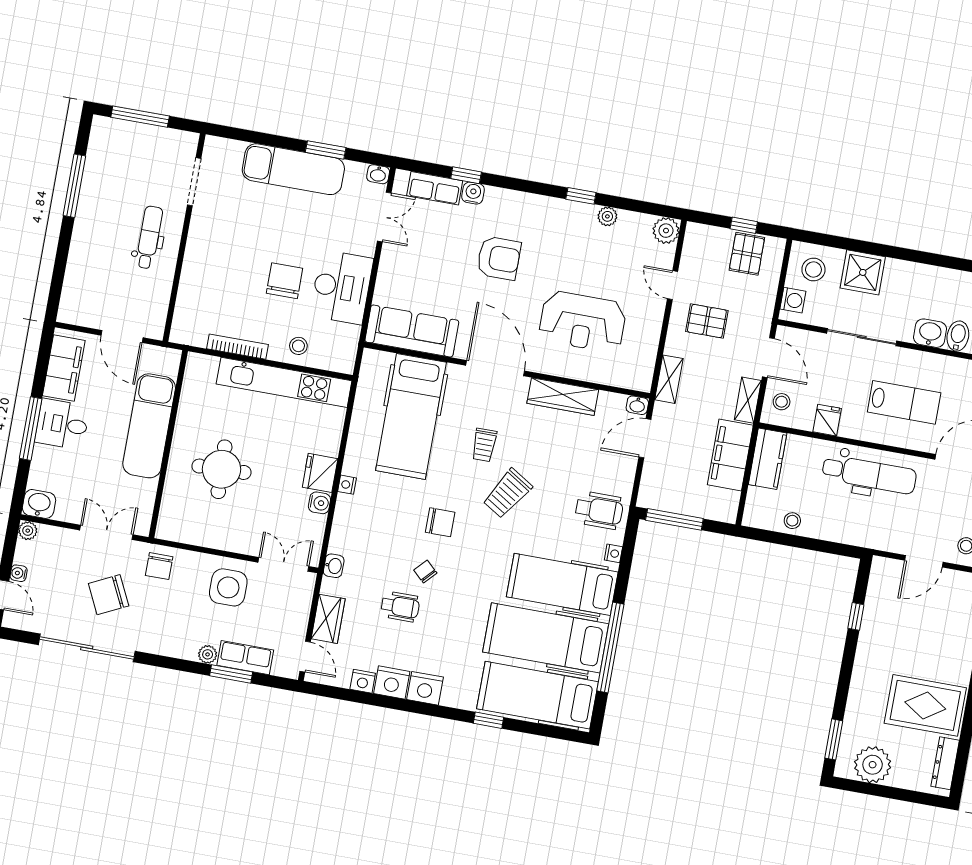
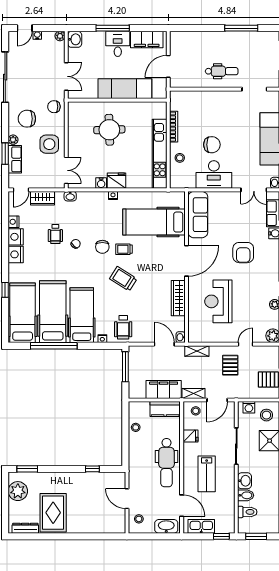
trolley: (484, 445) -> (124, 249), moved
chair: (109, 595) -> (27, 119), moved, turned -64

